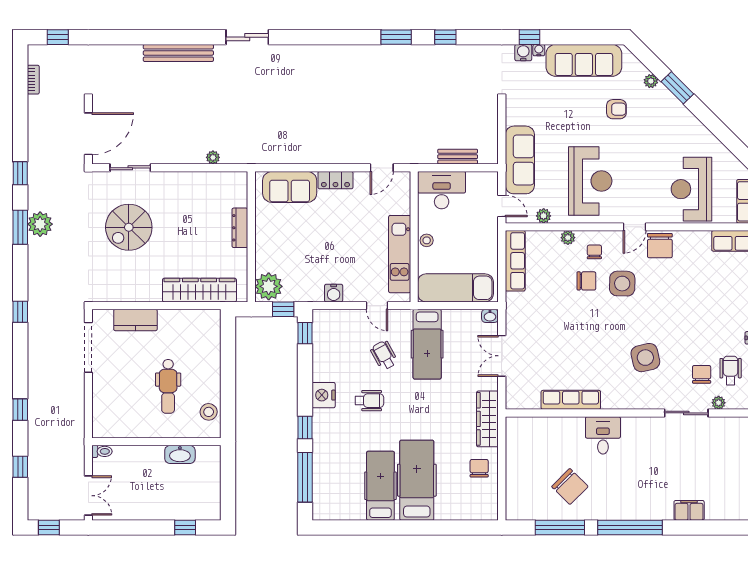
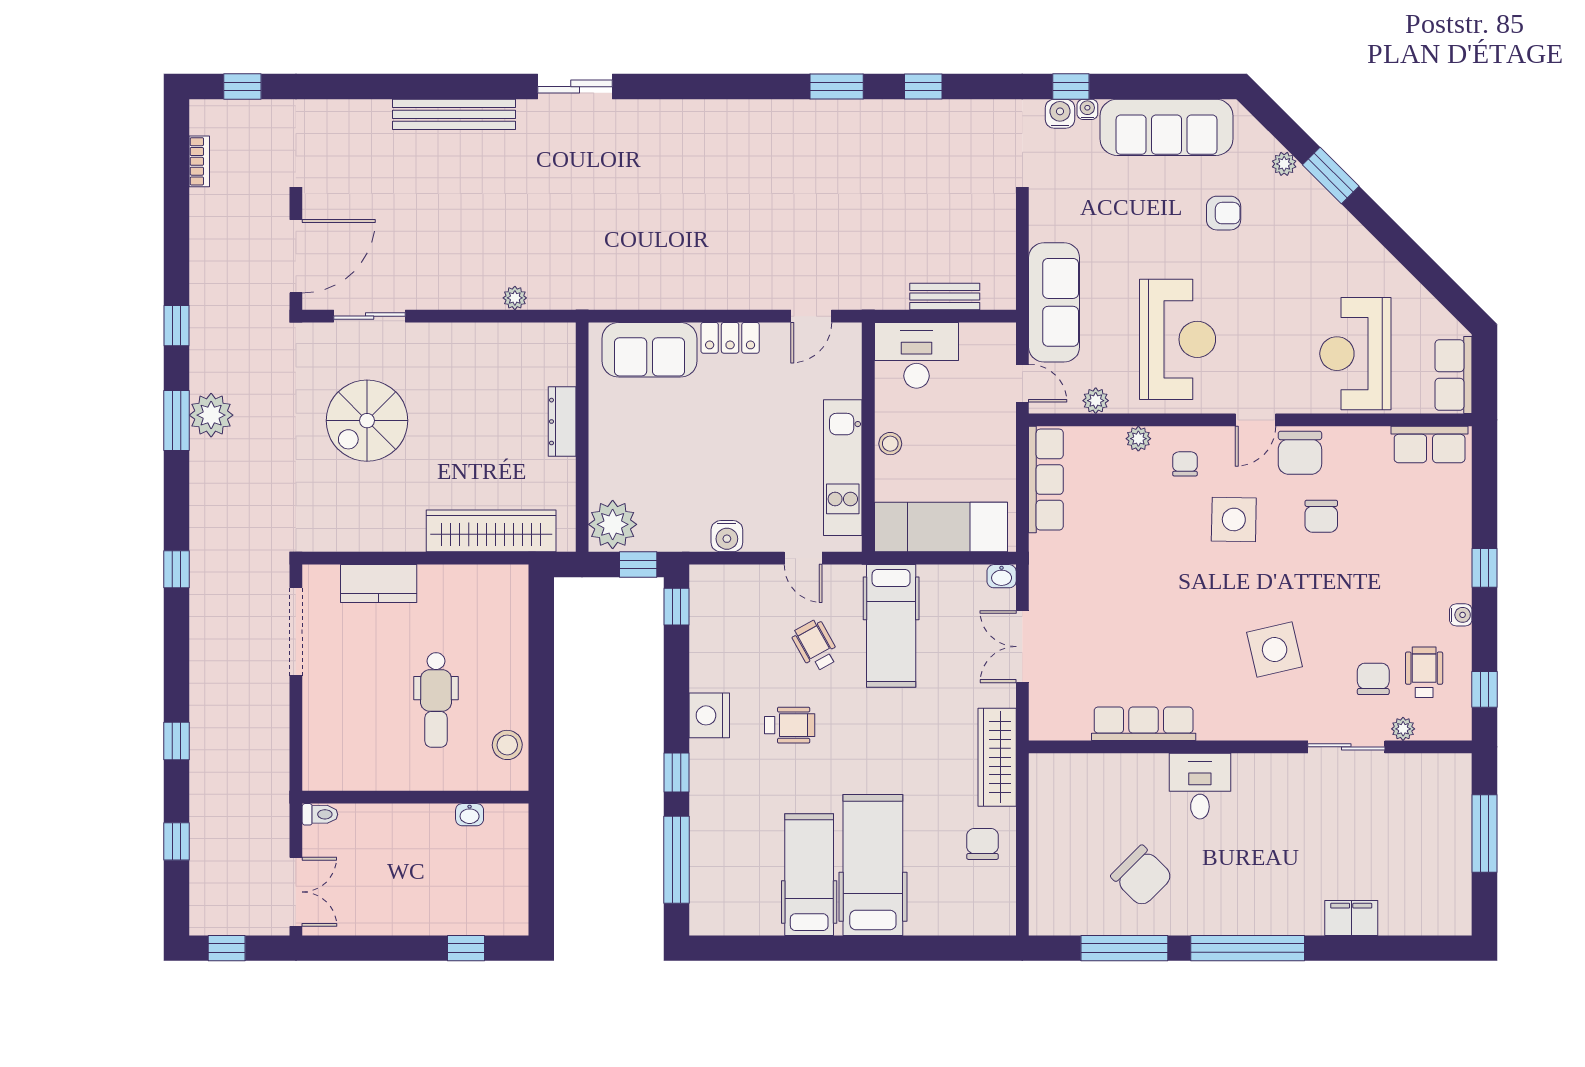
chair: (586, 281) -> (1321, 516), moved, turned 90
washbasin: (180, 454) -> (470, 815), width x0.52, depth x0.69

